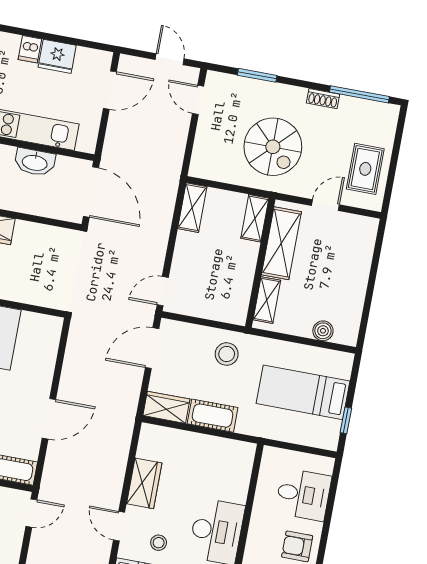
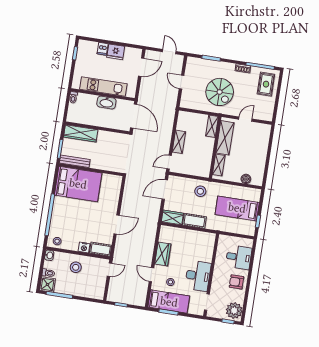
door: (198, 100) -> (182, 82), moved
rug: (365, 169) -> (266, 84), moved
shelving: (192, 208) -> (179, 142), moved

